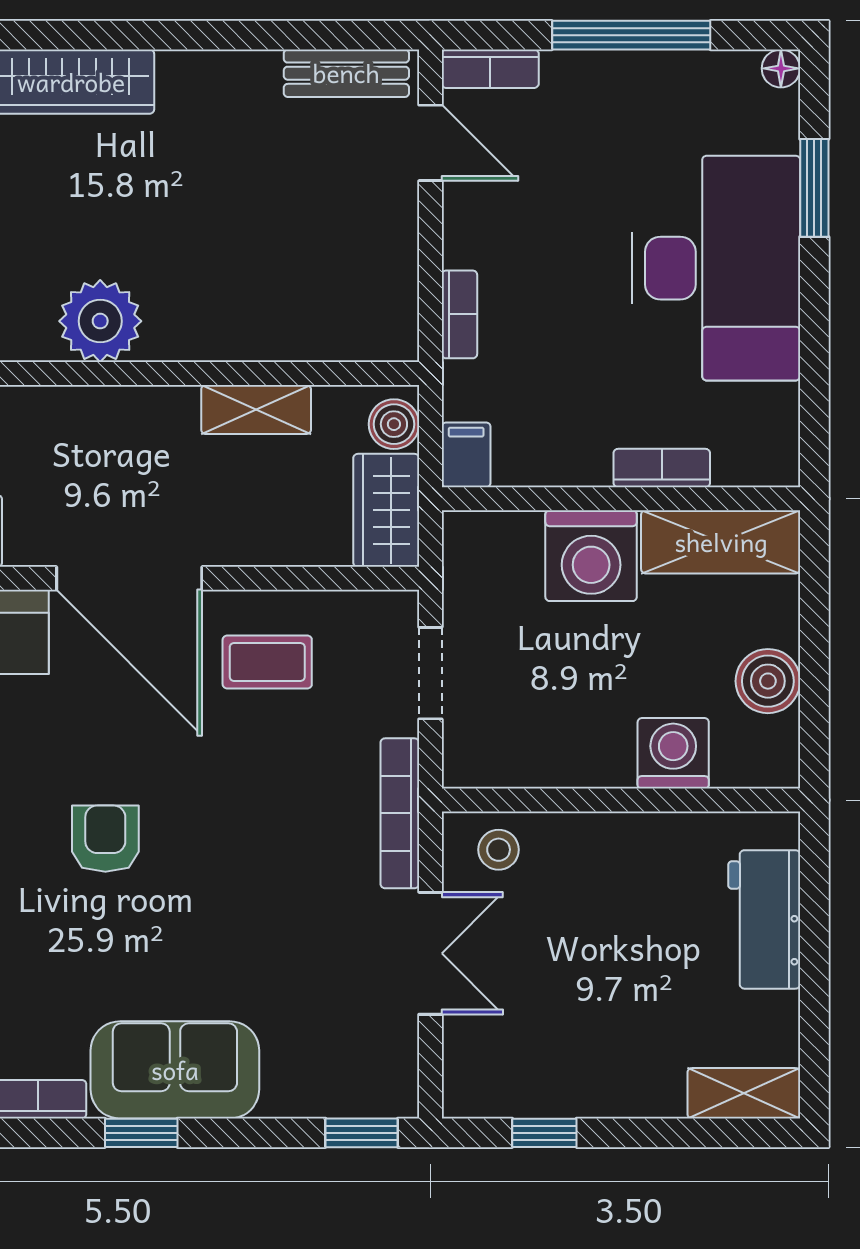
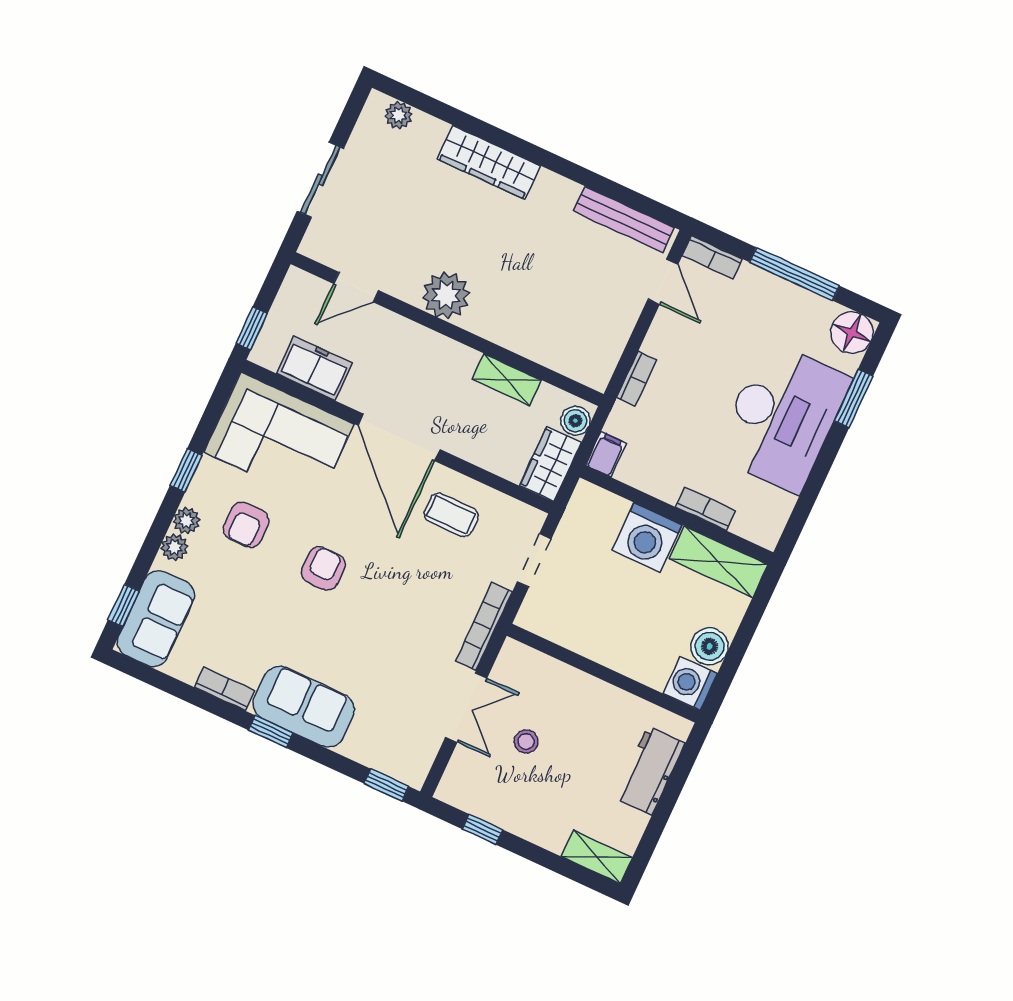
floor lamp: (781, 68) -> (852, 333), width x1.89, depth x1.89
bench: (346, 73) -> (624, 219), width x1.36
washing machine: (673, 753) -> (690, 683), moved, turned -90
stool: (499, 850) -> (526, 742), moved

